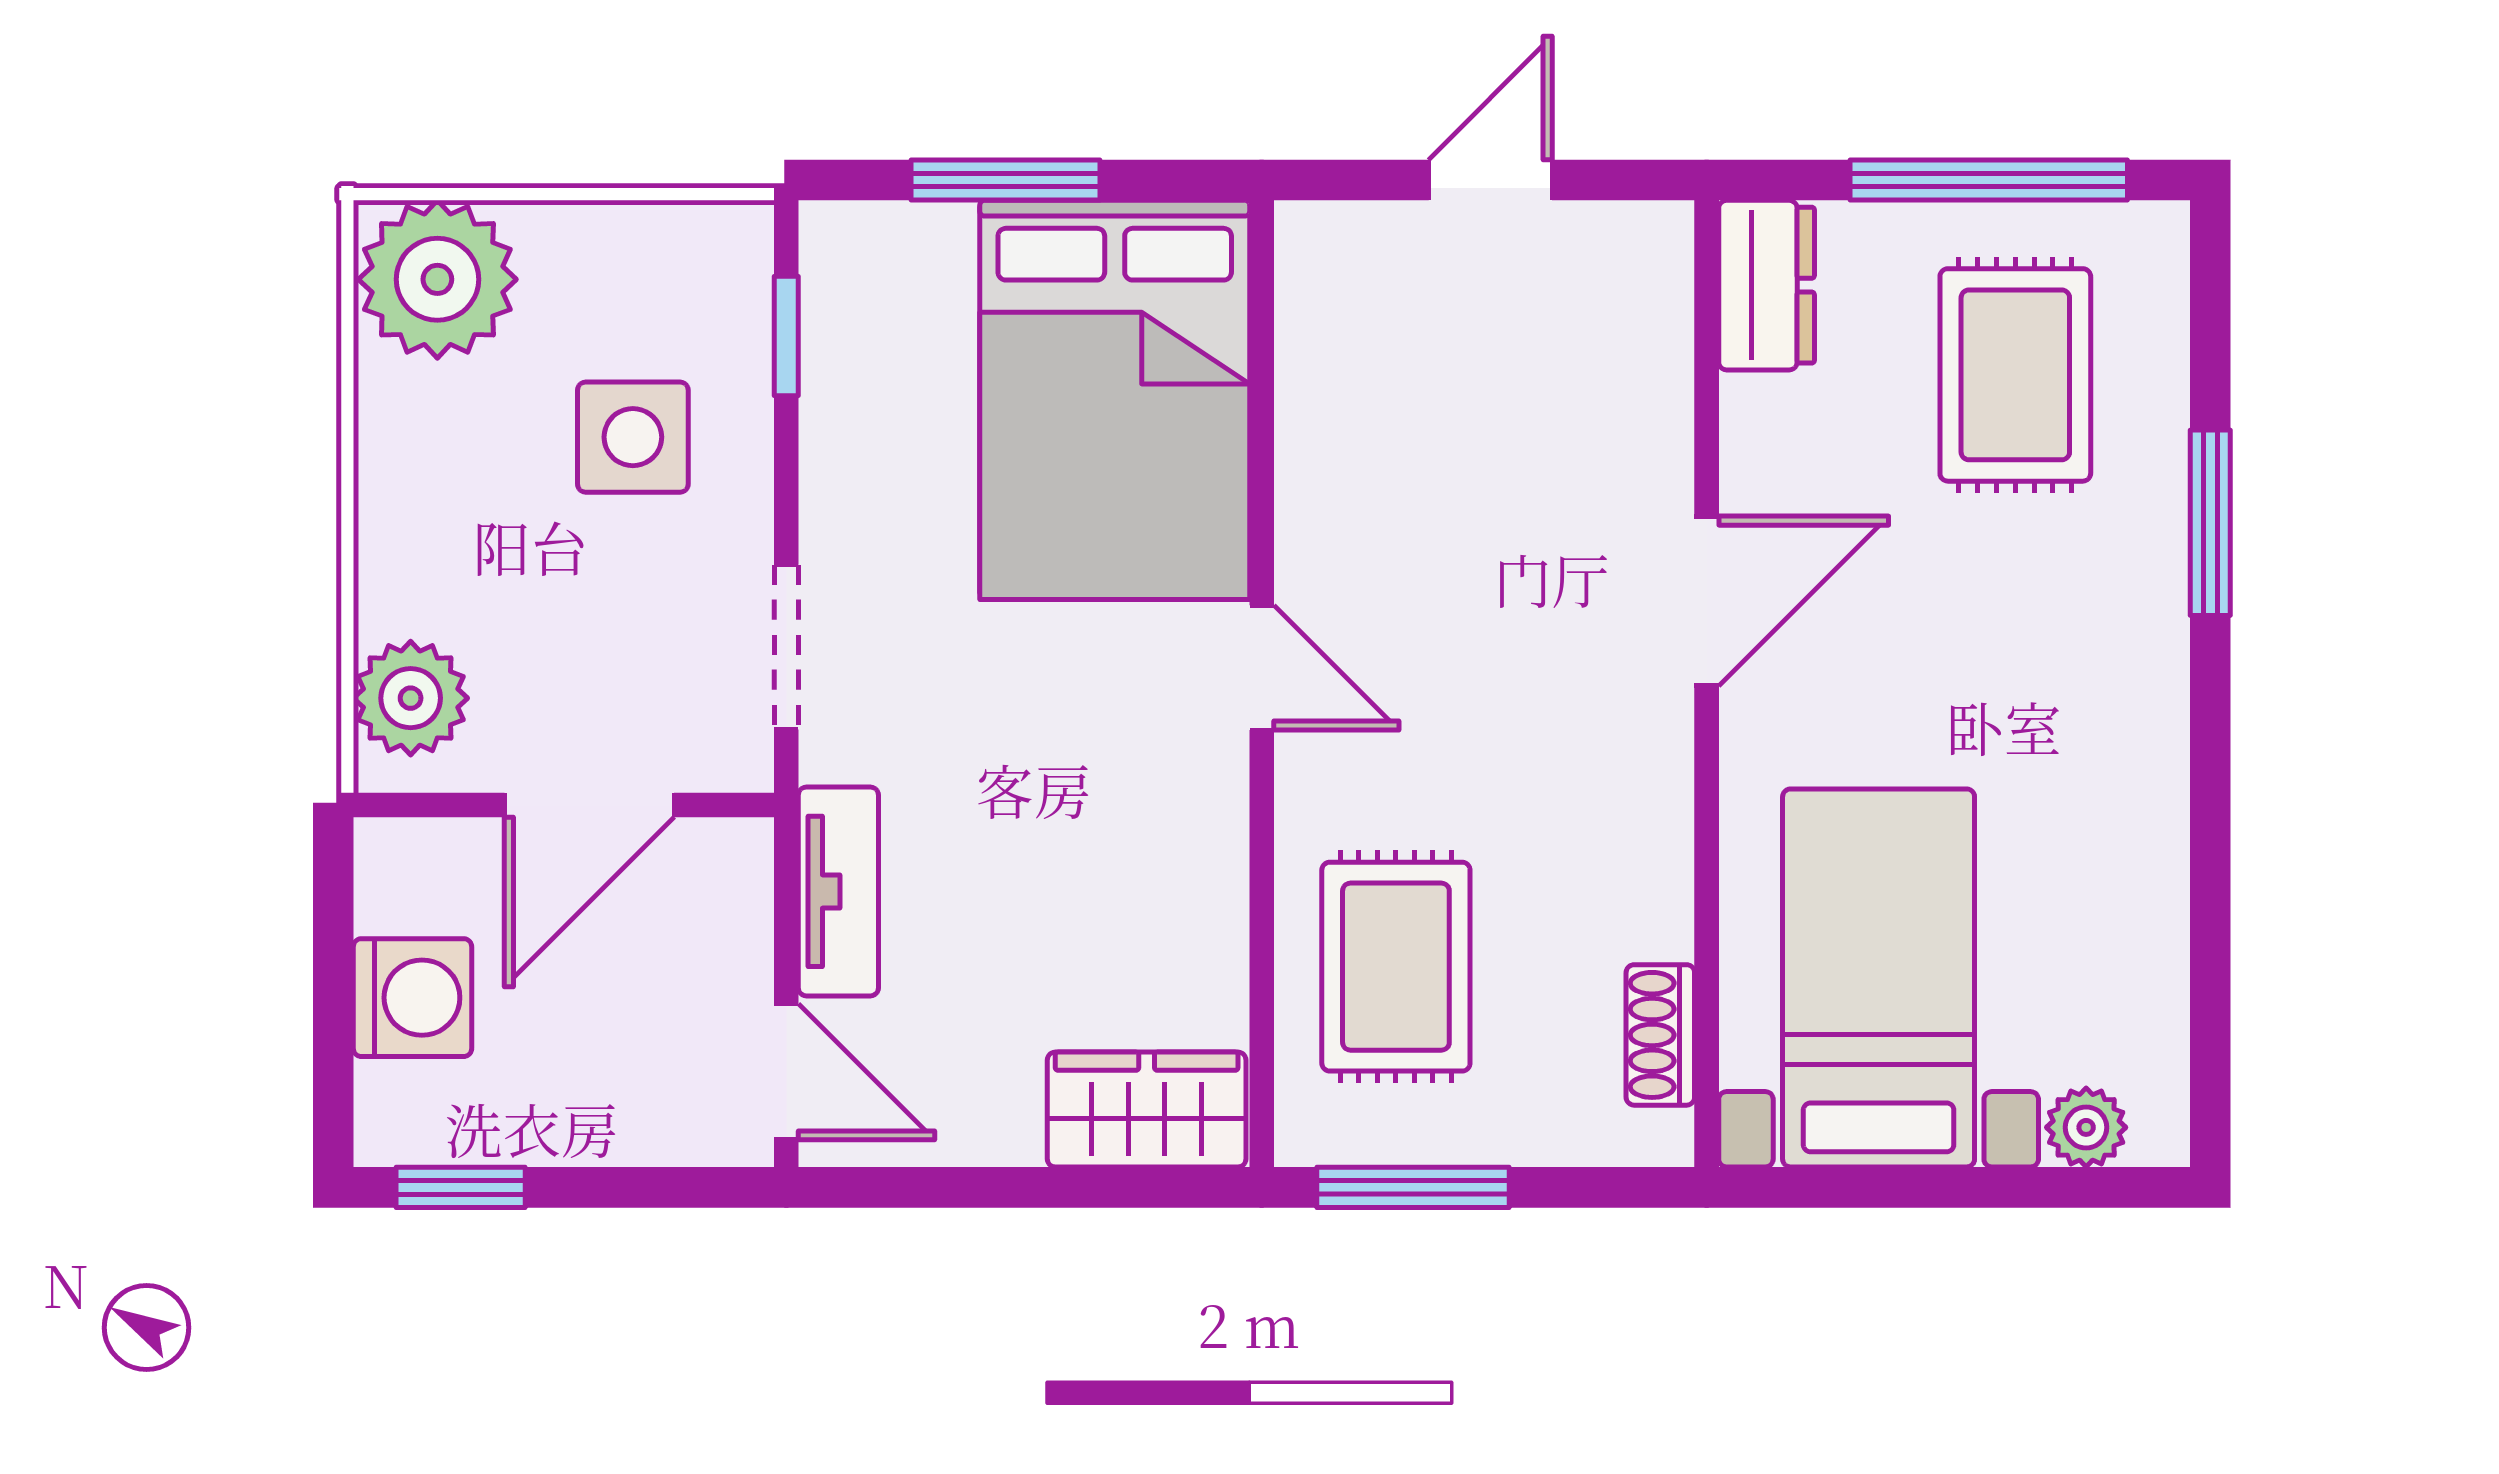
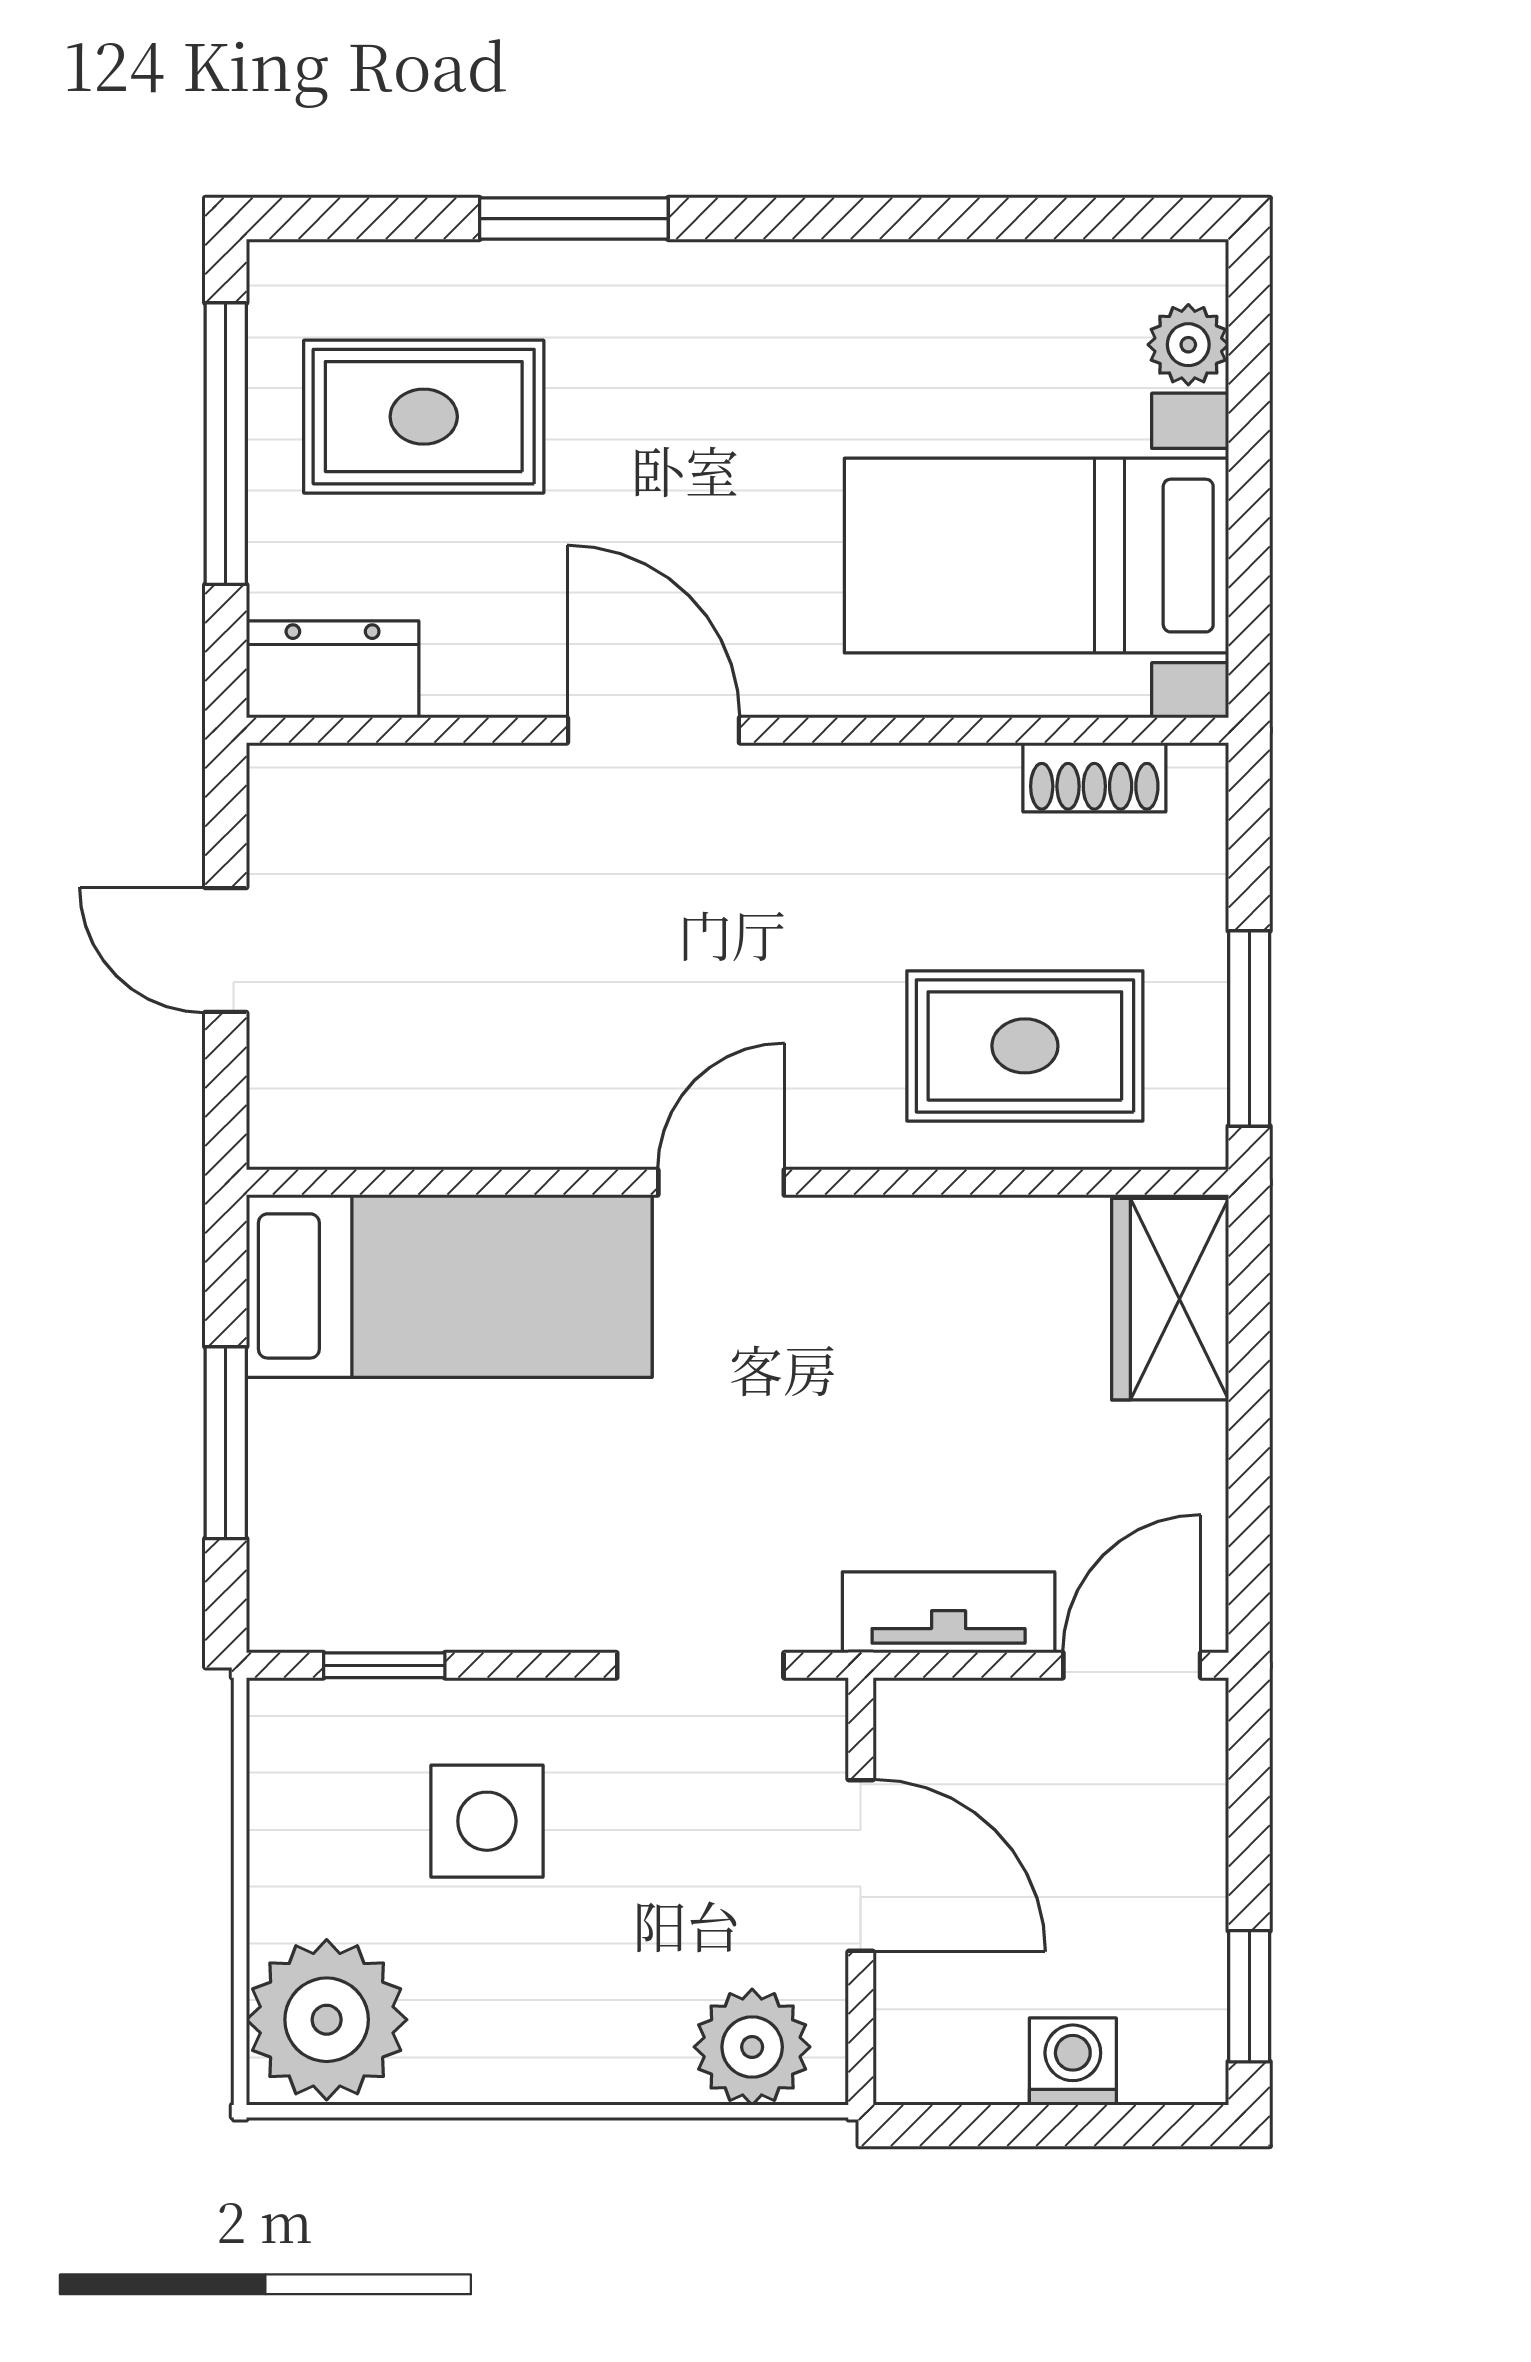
bed: (1115, 400) -> (449, 1286), width x0.67
washing machine: (413, 998) -> (1073, 2061), width x0.73, depth x0.73

